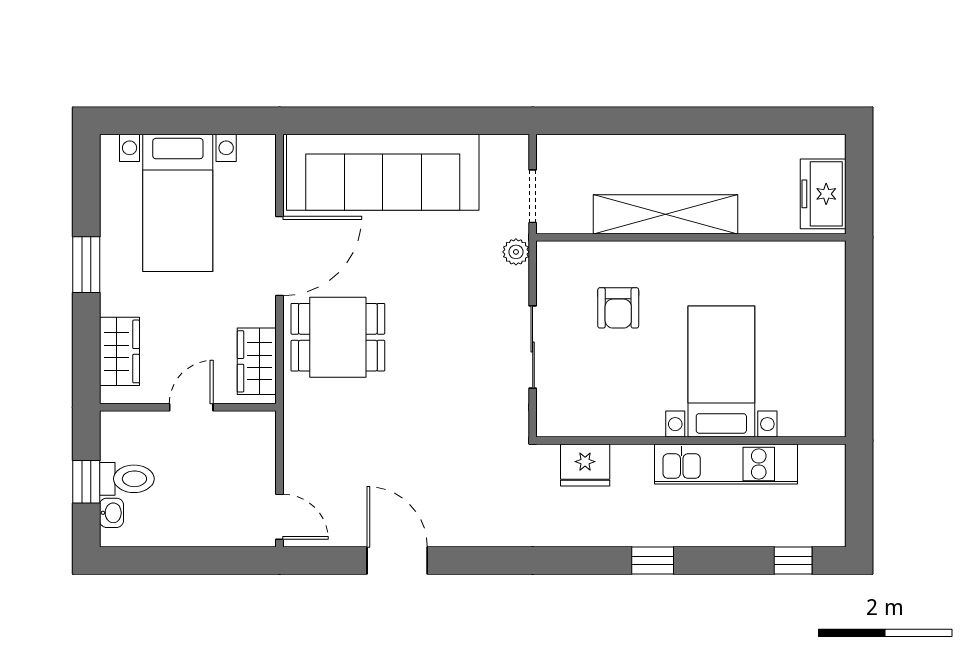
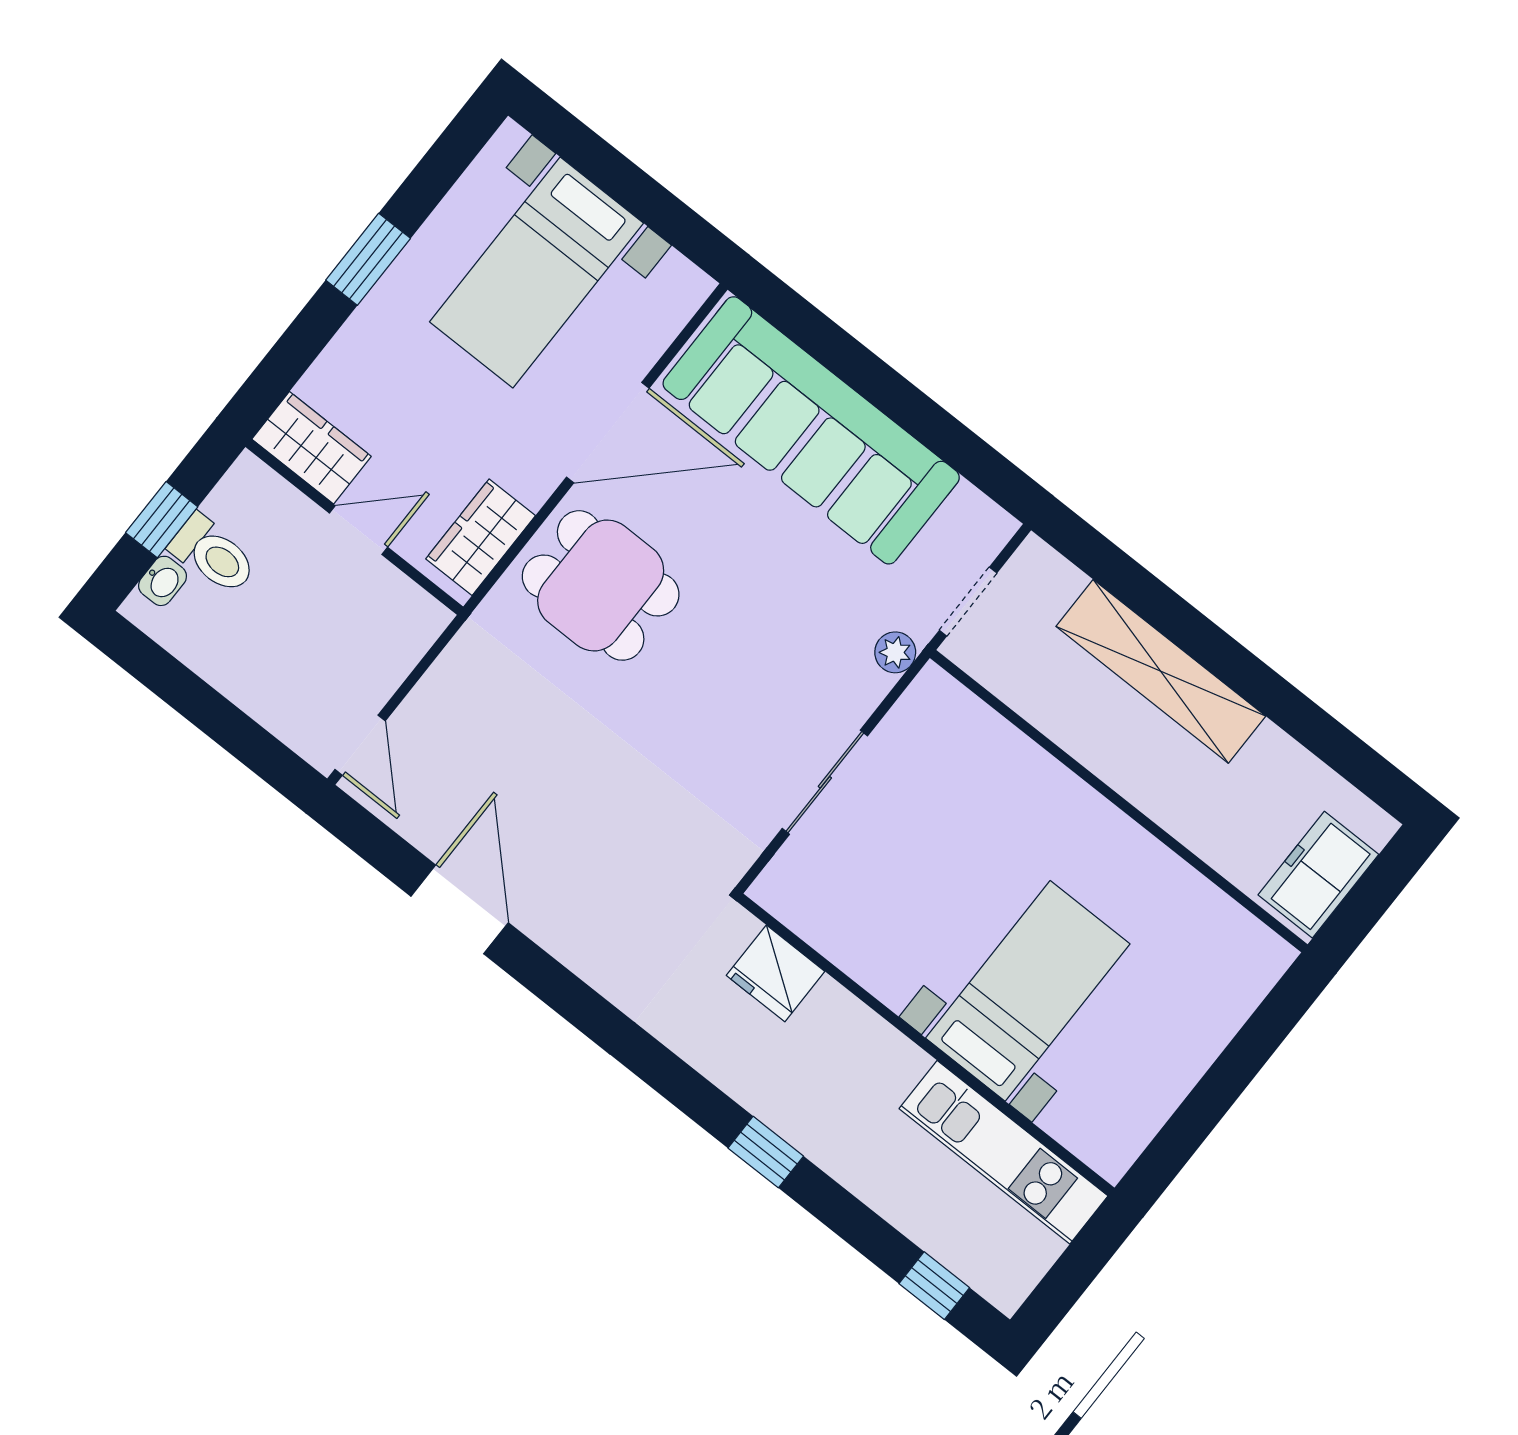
shelving: (666, 214) -> (1161, 671), moved
armchair: (618, 308) -> (965, 817), removed
wardrobe: (119, 351) -> (312, 448), moved, turned -90
kitchen unit: (726, 464) -> (1004, 1152), moved

